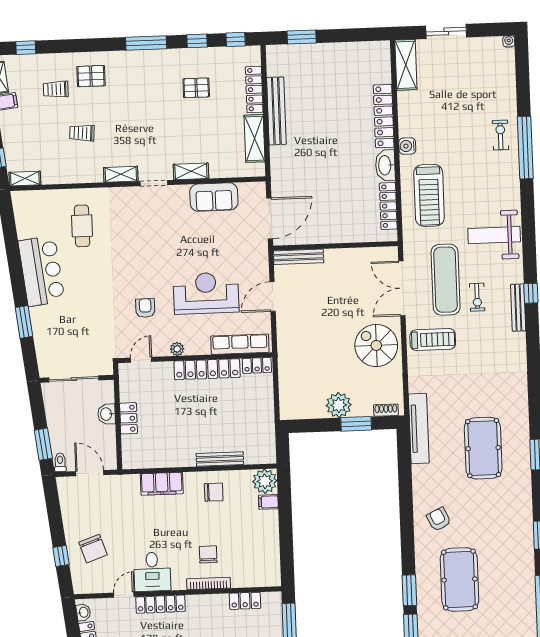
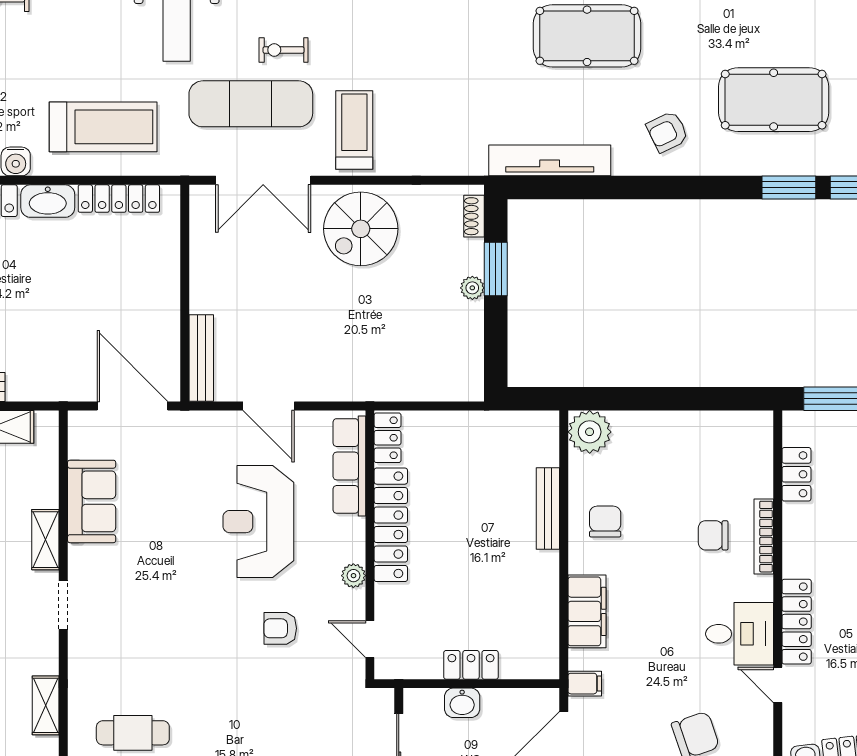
shelving: (121, 174) -> (46, 705), moved
exercise bike: (477, 297) -> (284, 50), turned 180
plant: (339, 405) -> (472, 288), width x0.53, depth x0.53
tv unit: (419, 429) -> (550, 160), moved
pool table: (483, 448) -> (587, 36), moved
filing cabinet: (268, 502) -> (585, 684), moved, turned -90

